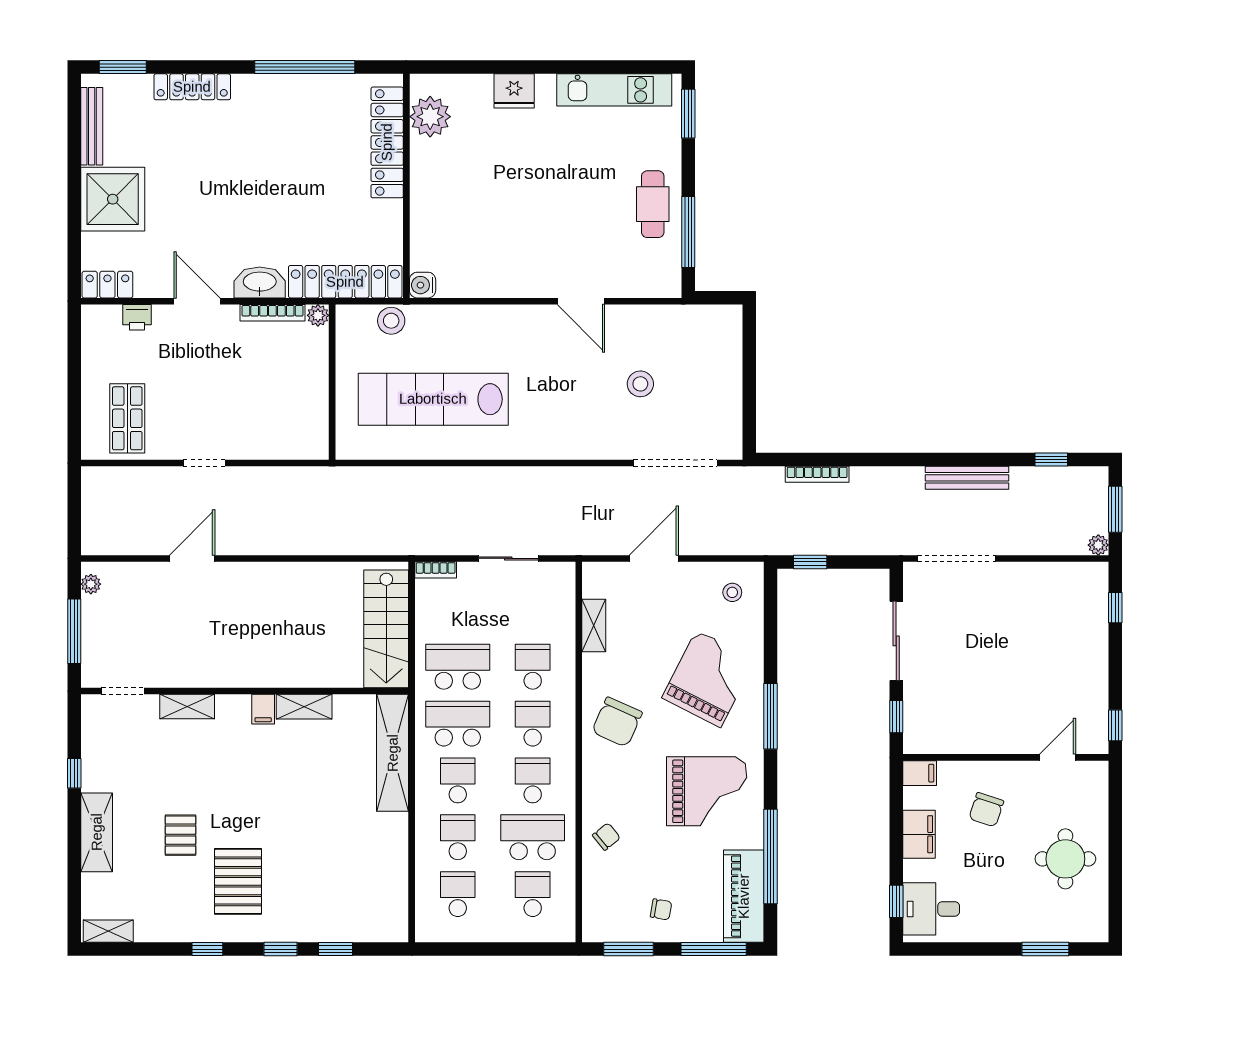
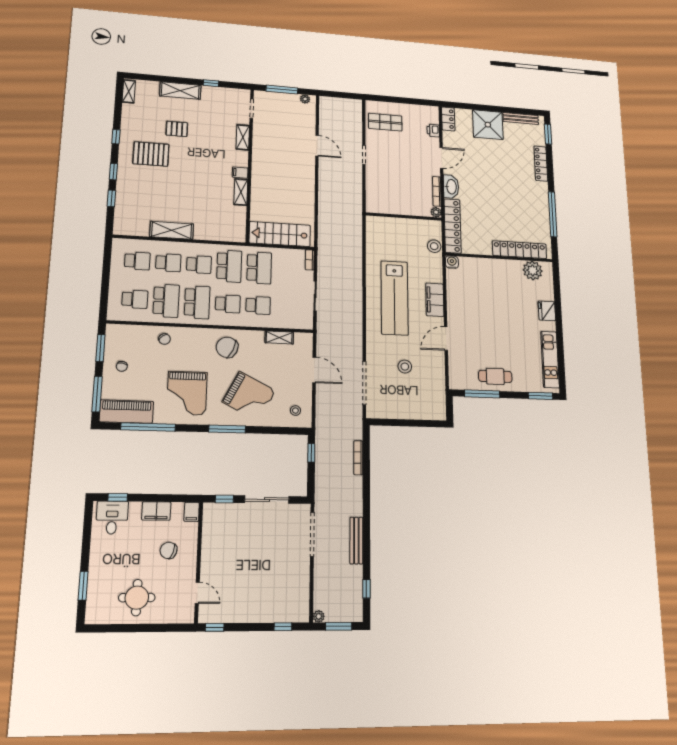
filing cabinet: (503, 322) -> (435, 300), added
lab bench: (433, 399) -> (395, 298), moved, turned 180
shelving: (393, 753) -> (172, 230), moved, width x0.68
school desk: (533, 780) -> (197, 302), width x1.85

